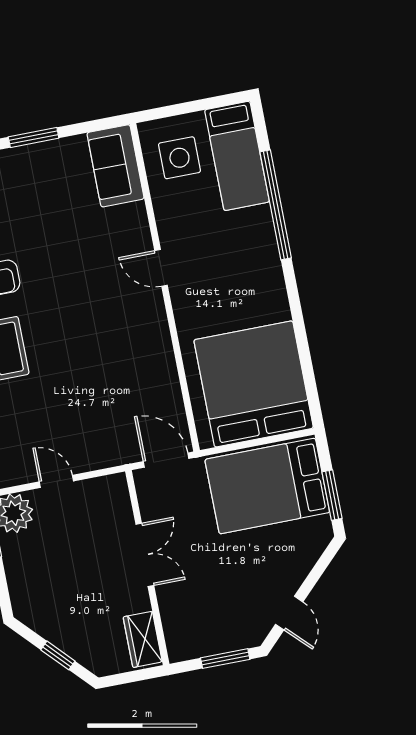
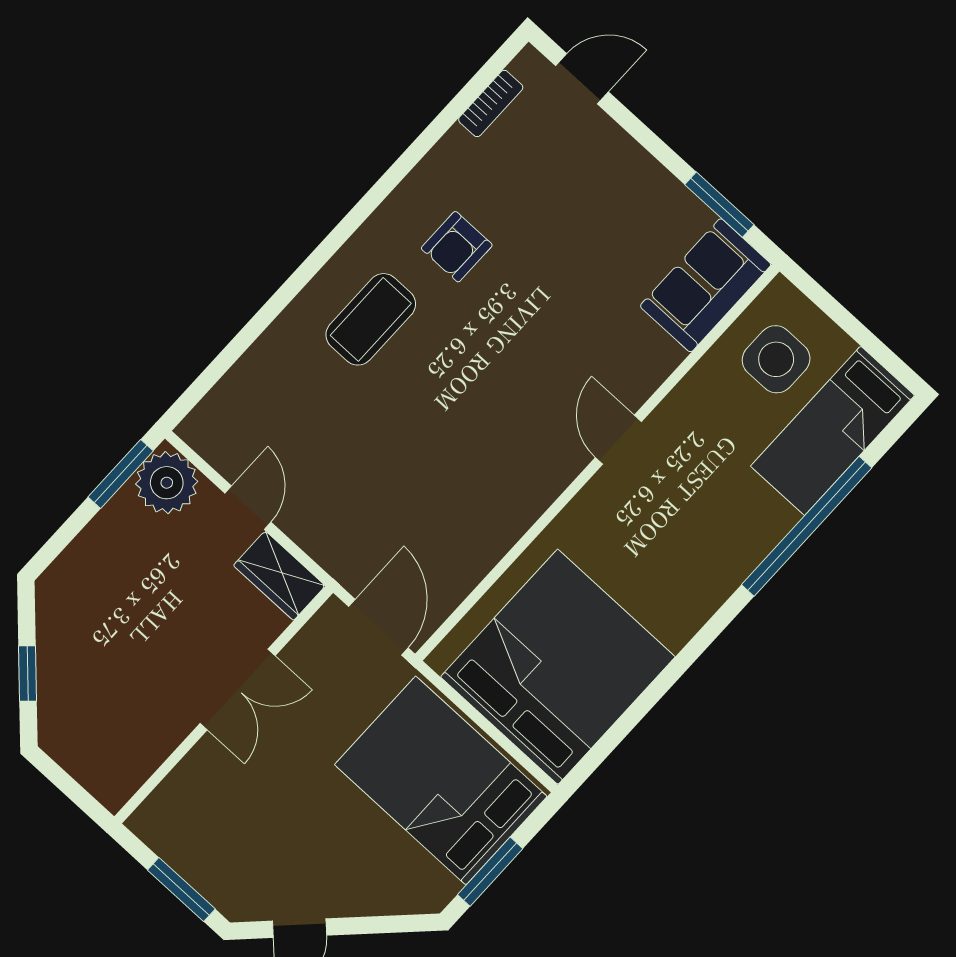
window: (34, 137) -> (719, 205), moved
wardrobe: (143, 639) -> (279, 576), moved, turned -90

